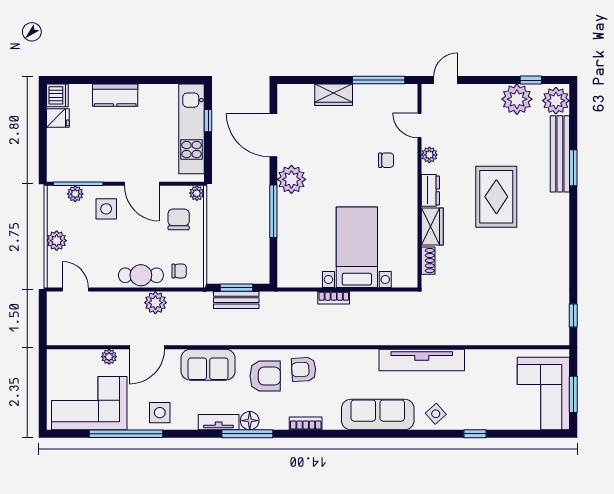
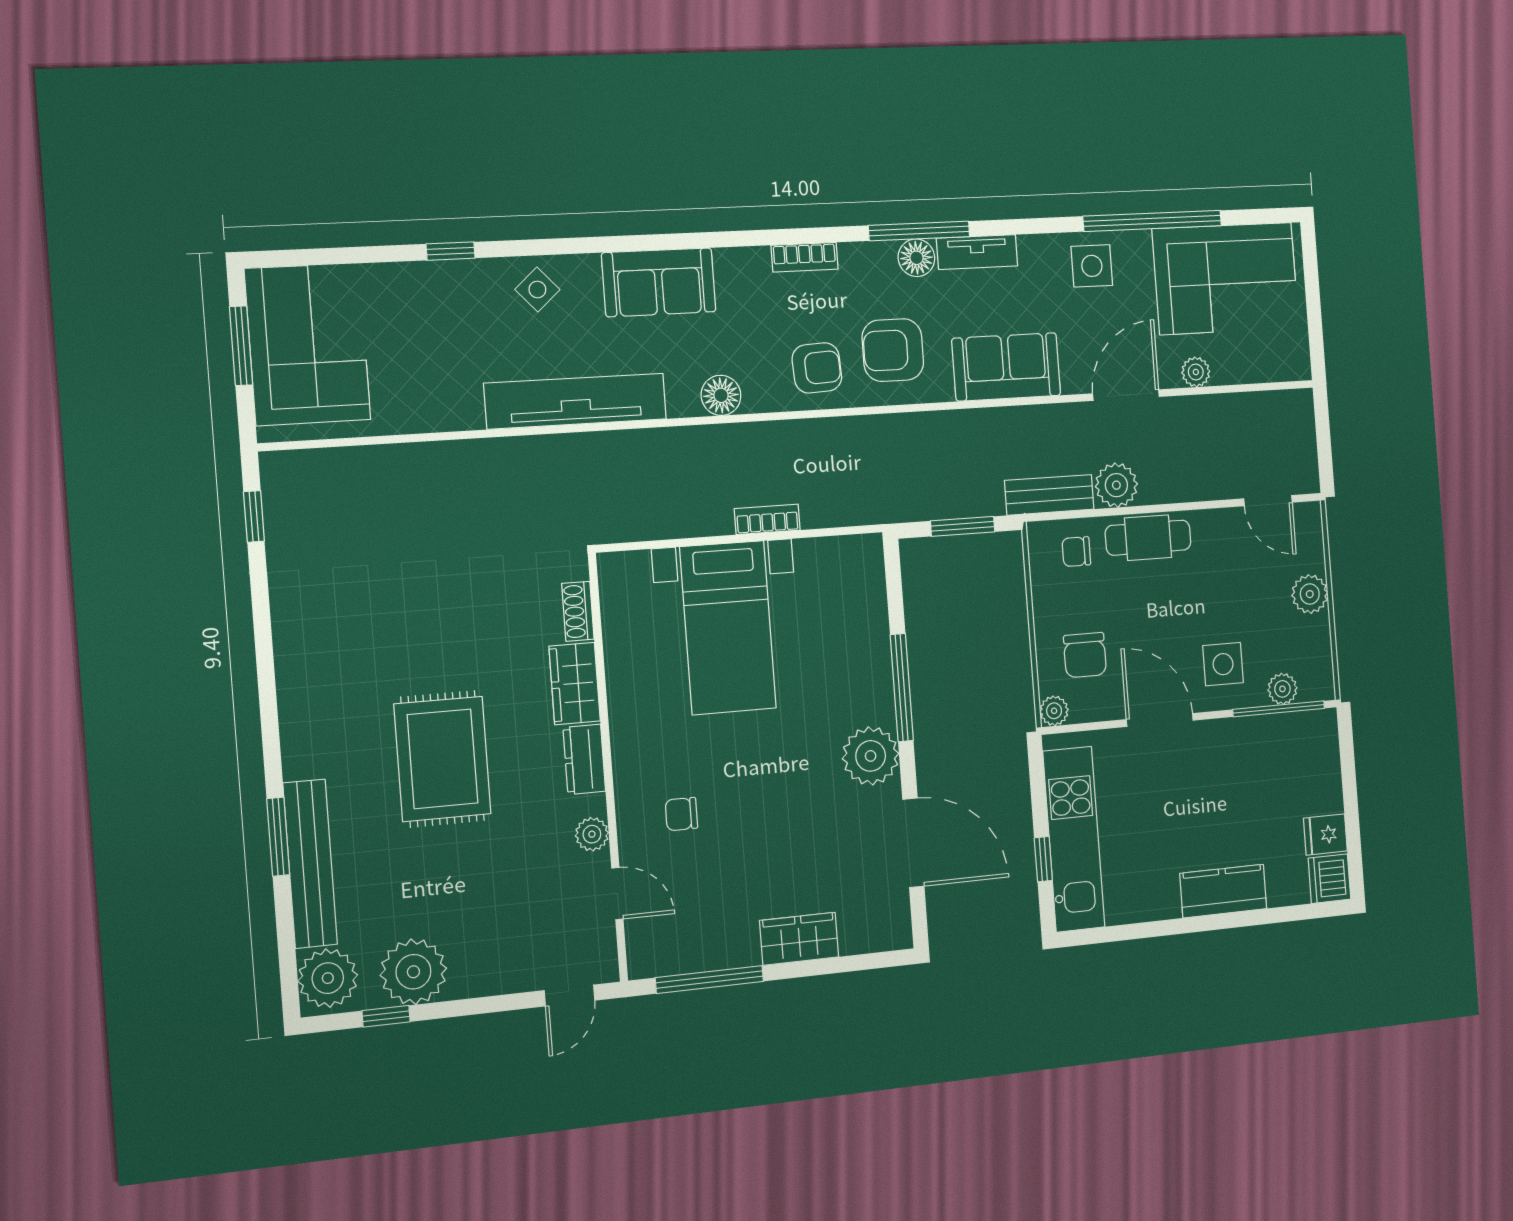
bench: (236, 300) -> (1049, 495), moved
floor lamp: (352, 359) -> (721, 395), added
sofa: (378, 415) -> (659, 282), width x0.73

